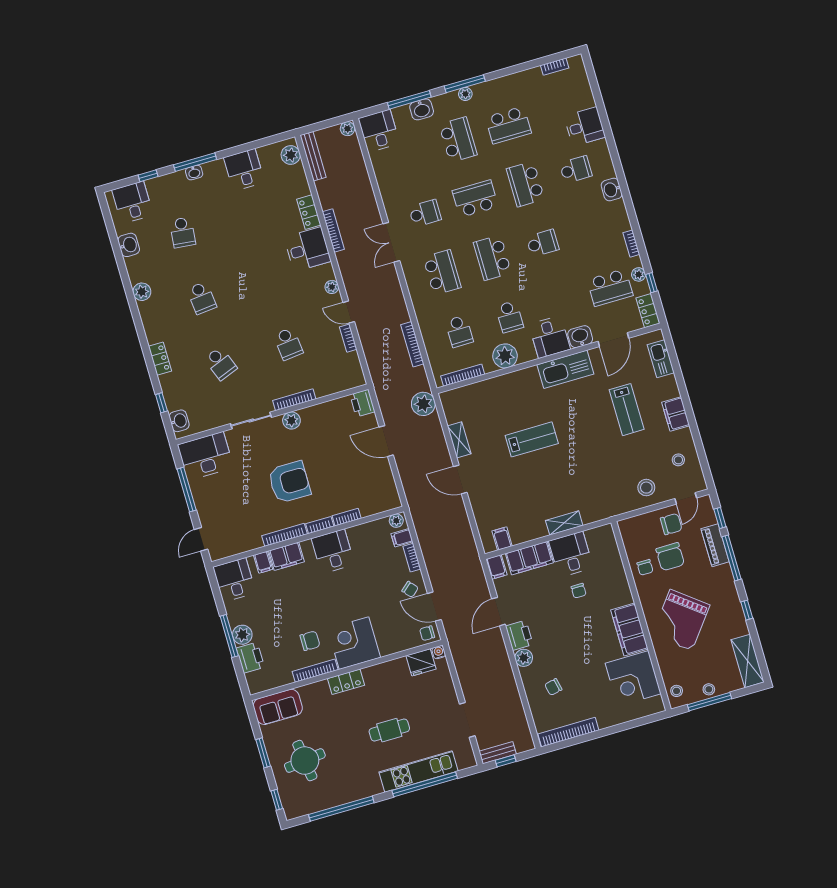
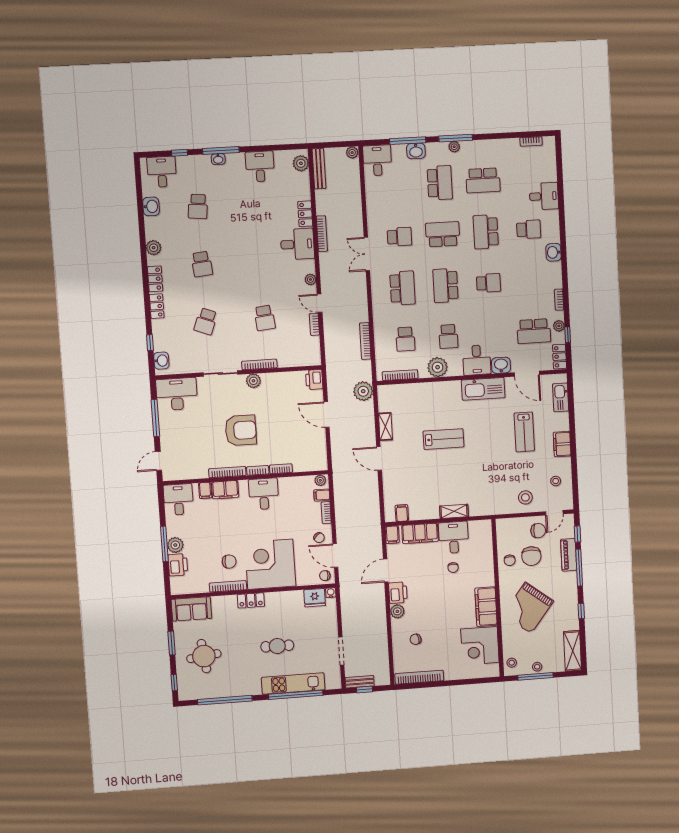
locker: (151, 327) -> (155, 279), added
door: (613, 340) -> (527, 374), hinge flipped
school desk: (221, 364) -> (206, 321), turned 42
corner desk: (354, 643) -> (270, 564), width x1.36, depth x1.36

